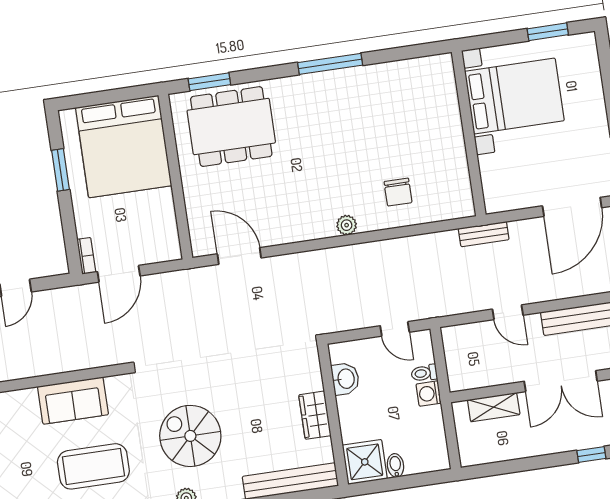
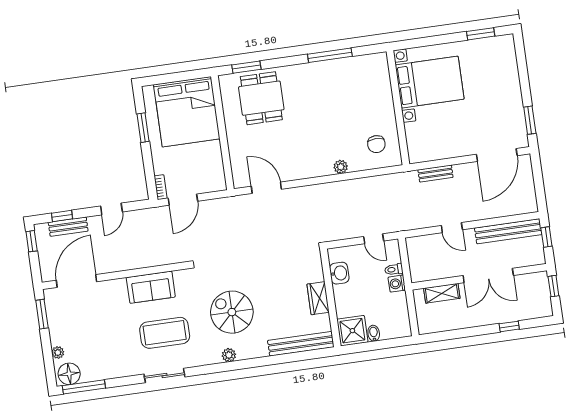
bed with nightstands: (514, 96) -> (430, 82), moved
dining table: (231, 127) -> (261, 98), width x0.73
wall: (469, 133) -> (398, 108), moved

